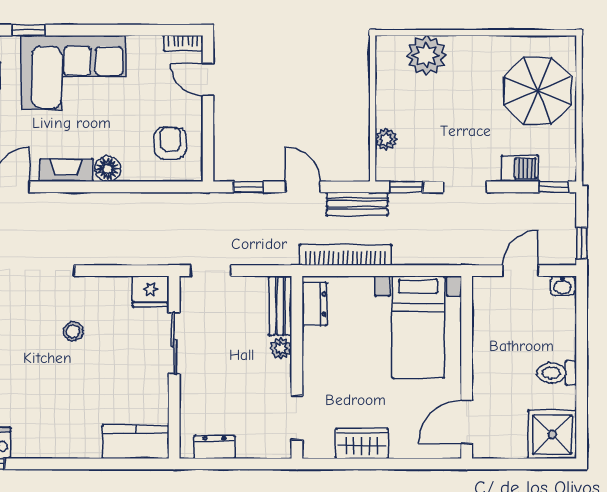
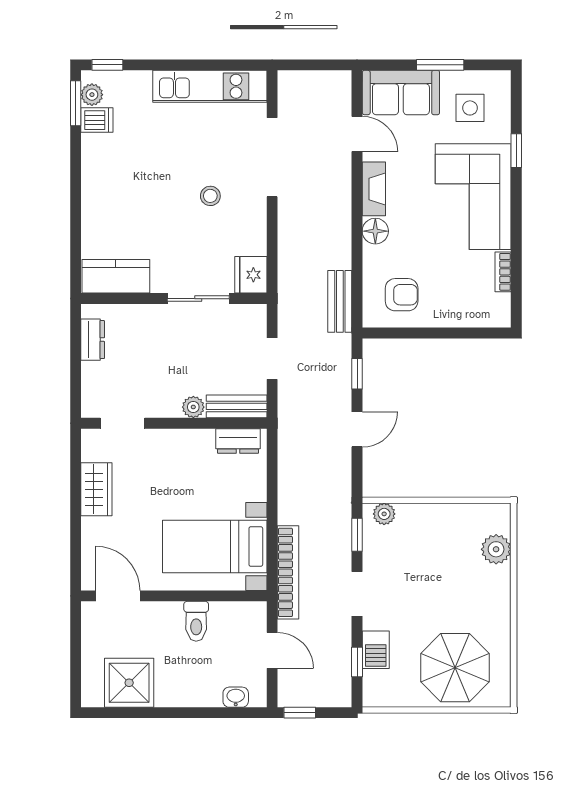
bookcase: (183, 43) -> (503, 272), moved
plant: (426, 55) -> (496, 549), width x0.73, depth x0.73
door: (208, 80) -> (466, 333), removed
plant: (386, 139) -> (384, 514), moved
window: (554, 187) -> (357, 662), moved
bench: (357, 204) -> (340, 301), moved
bookcase: (345, 255) -> (288, 572), moved
doorway: (211, 271) -> (272, 359), moved
washbasin: (563, 286) -> (236, 697), moved, turned 90
toilet: (557, 373) -> (196, 621), moved, turned 180
shower: (552, 434) -> (129, 683), moved
kitchen counter: (136, 442) -> (116, 276), moved, turned -90

